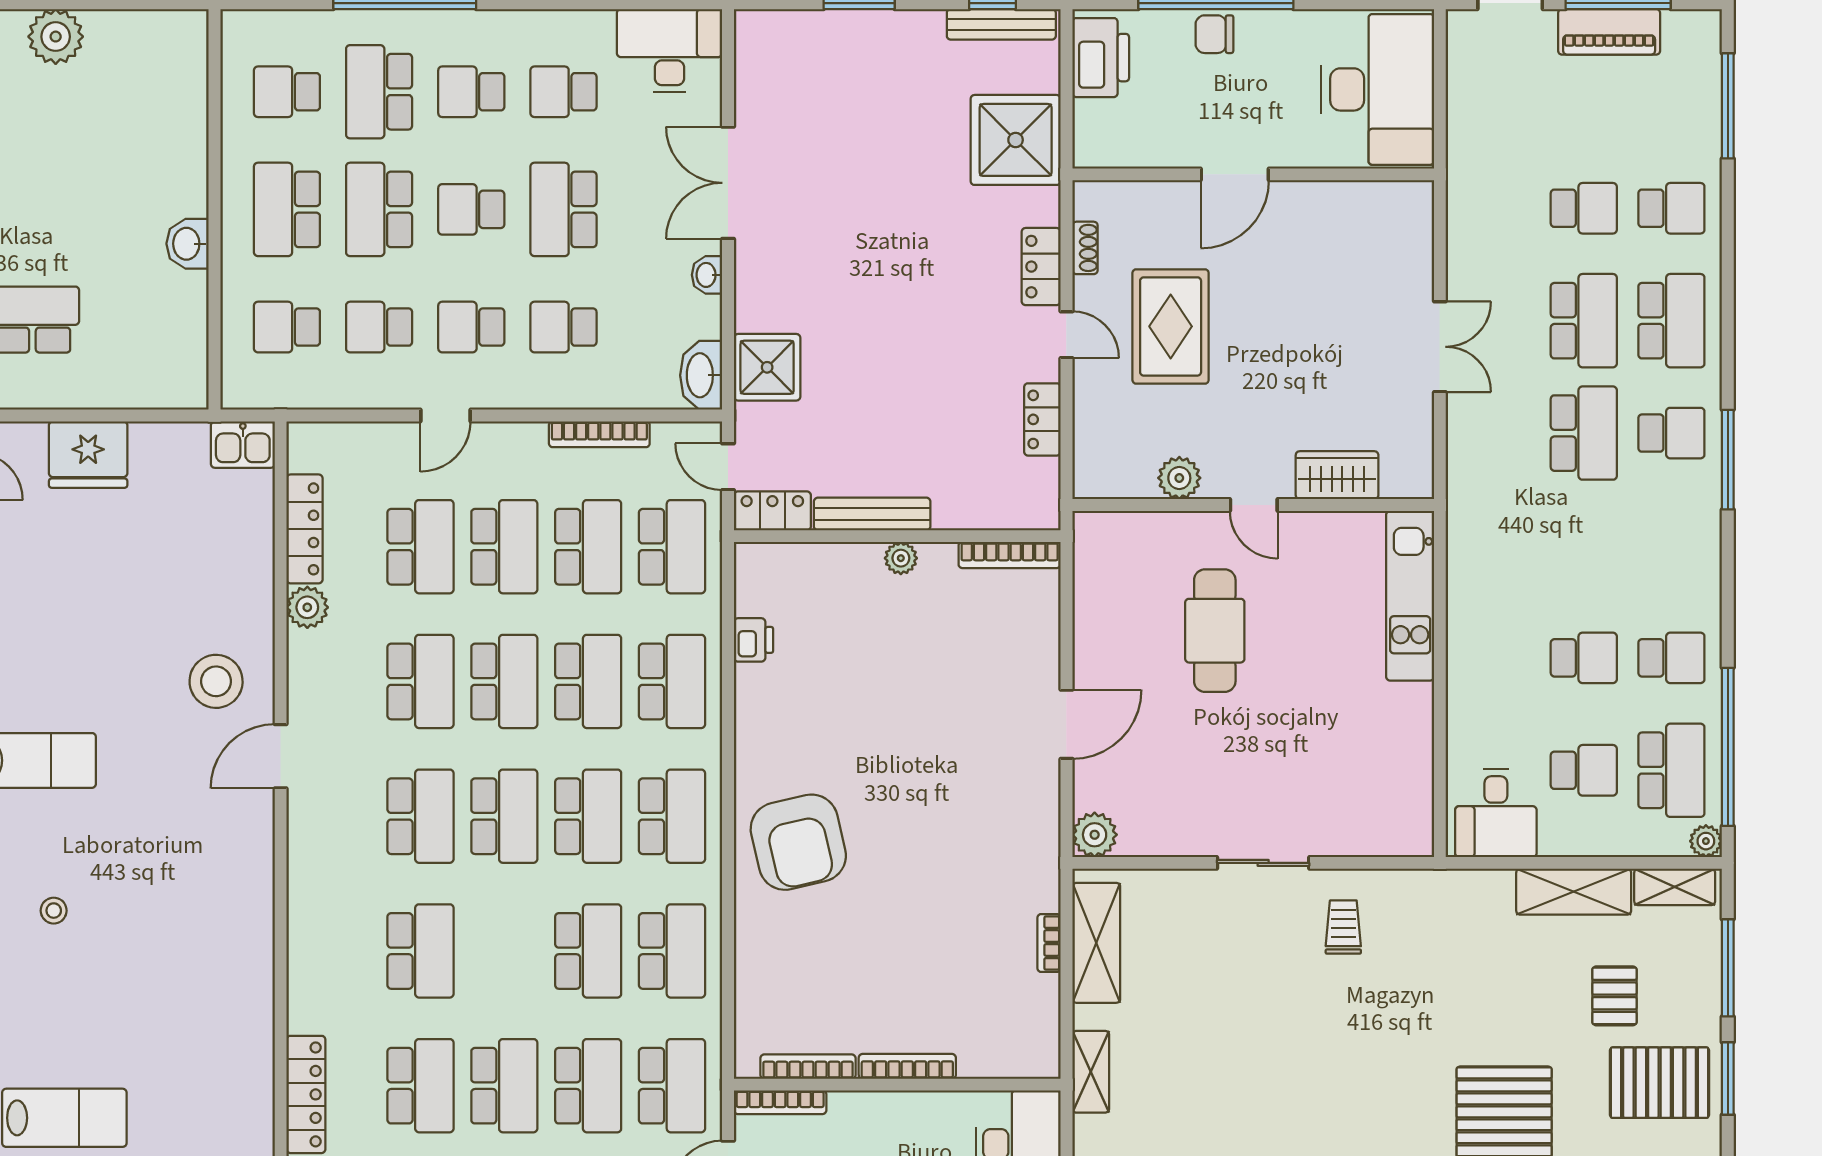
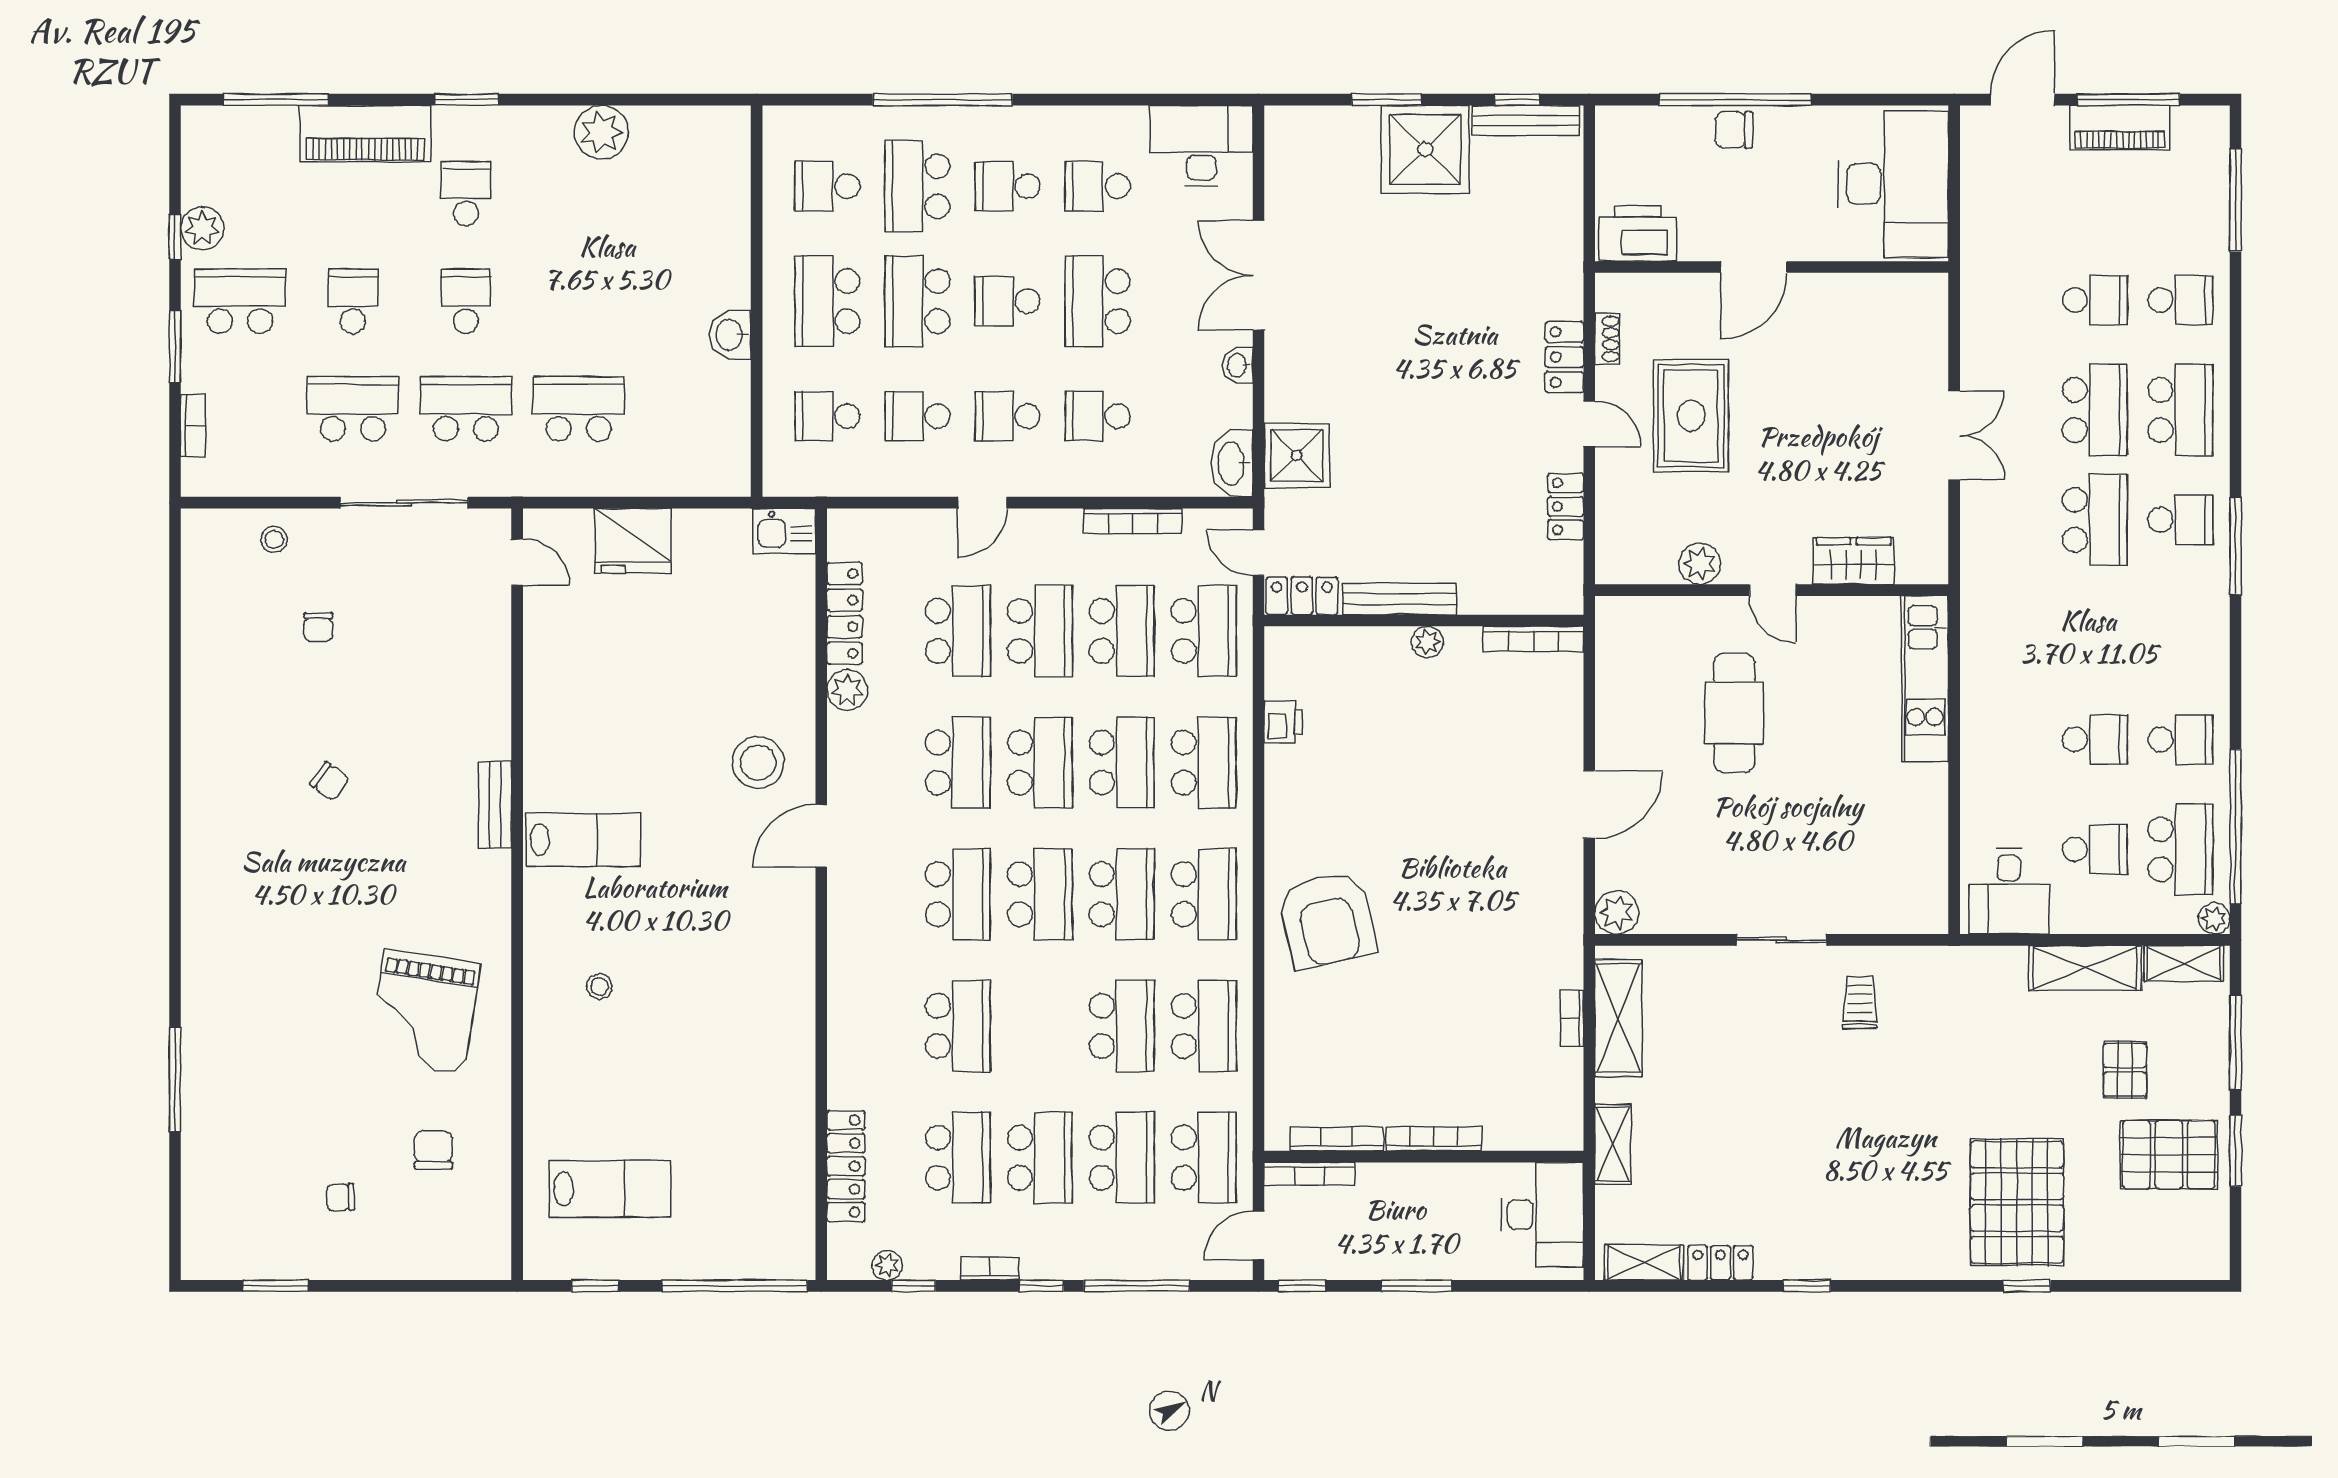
printer: (1101, 58) -> (1638, 234), moved, turned -90
shower: (1016, 140) -> (1425, 149), moved

